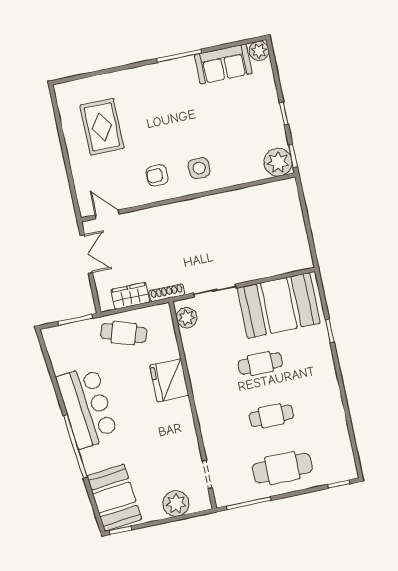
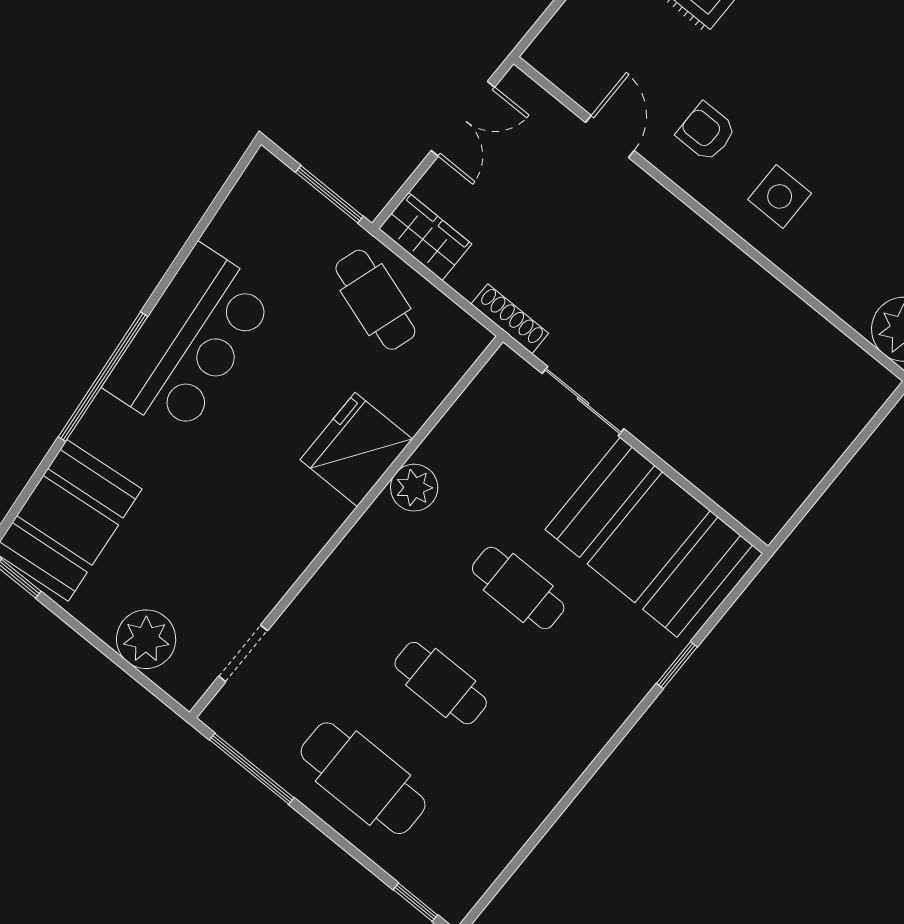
door: (107, 214) -> (610, 136), moved
wardrobe: (130, 296) -> (425, 236), moved
plant: (187, 318) -> (414, 488), moved

